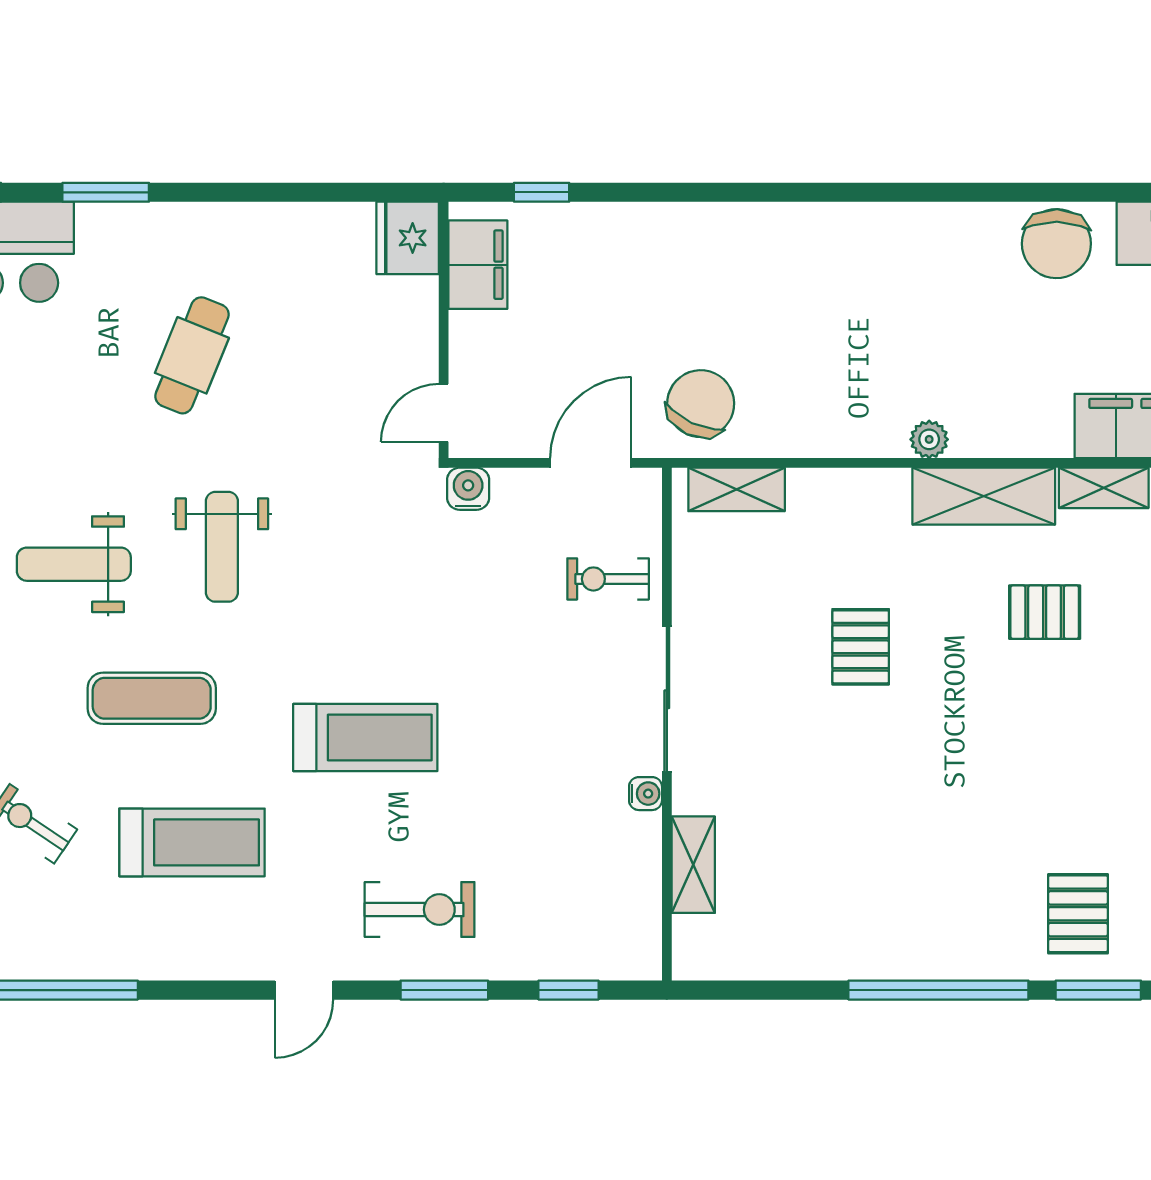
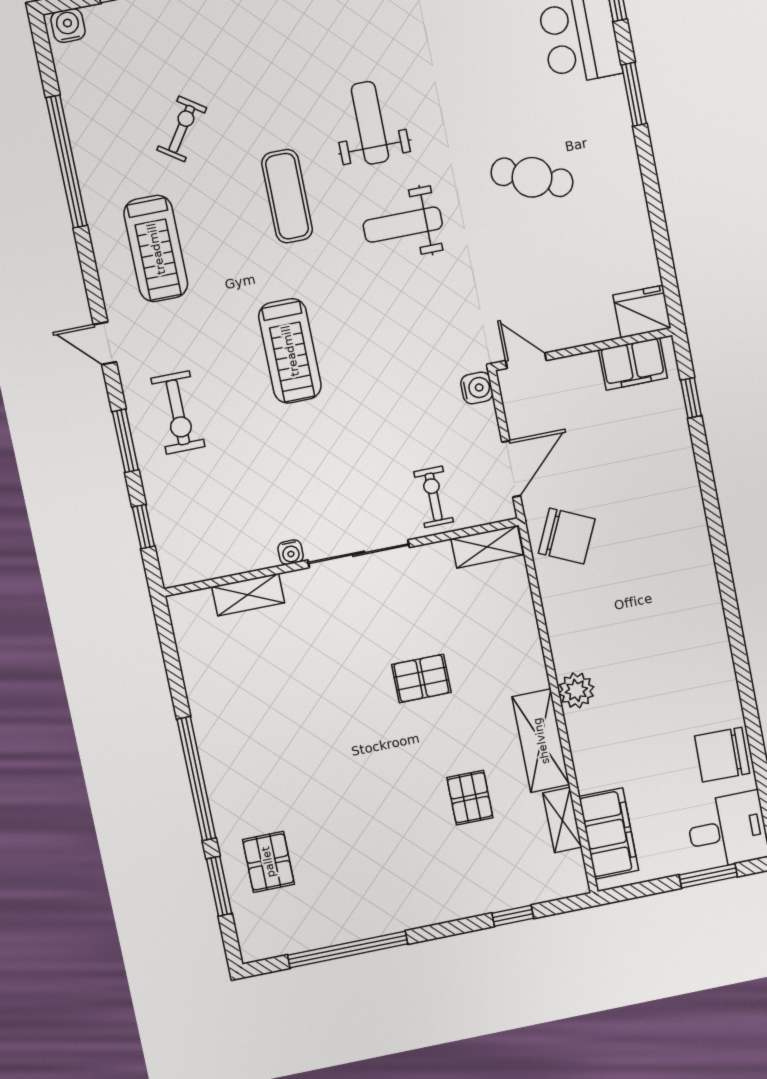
plant: (929, 439) -> (576, 690), width x1.38, depth x1.38
door: (591, 463) -> (511, 469), hinge flipped
shelving: (737, 489) -> (487, 547), moved, turned 90
treadmill: (192, 842) -> (156, 249), moved
pallet: (1078, 914) -> (268, 862), turned 90

